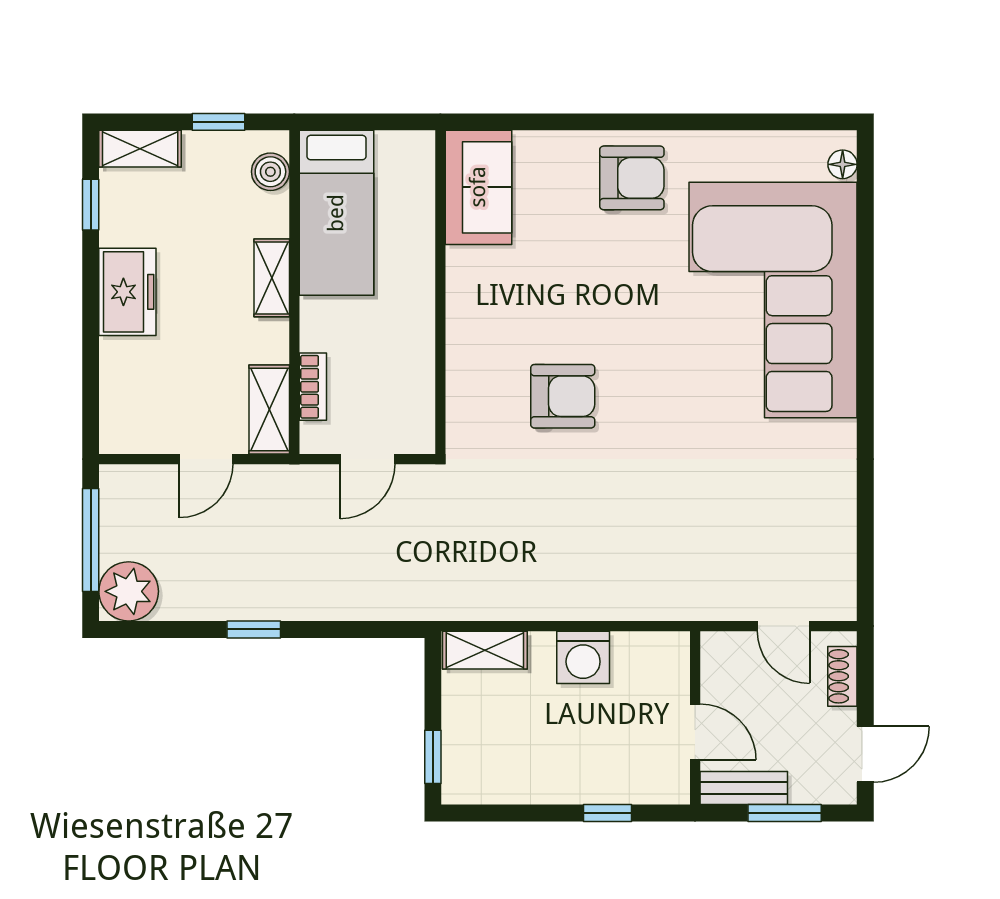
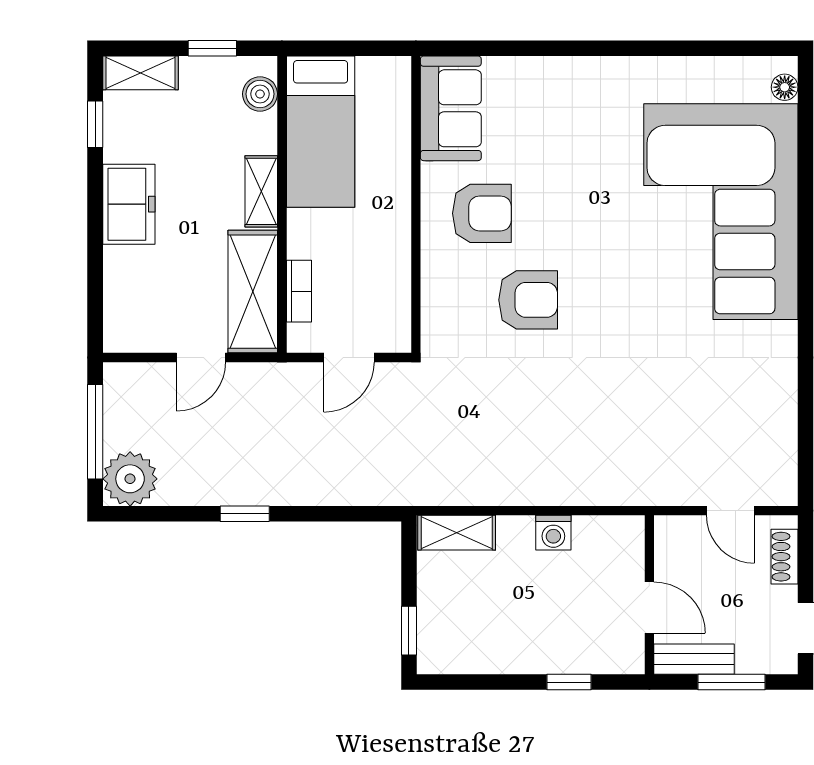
armchair: (632, 178) -> (482, 213), moved
shelving: (269, 409) -> (253, 292), width x1.50, depth x1.33
washing machine: (583, 657) -> (553, 533), width x0.73, depth x0.73

